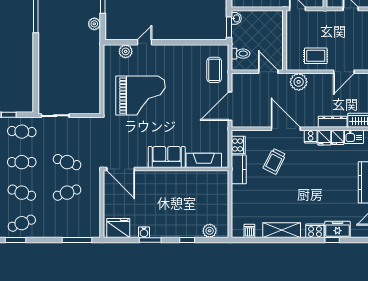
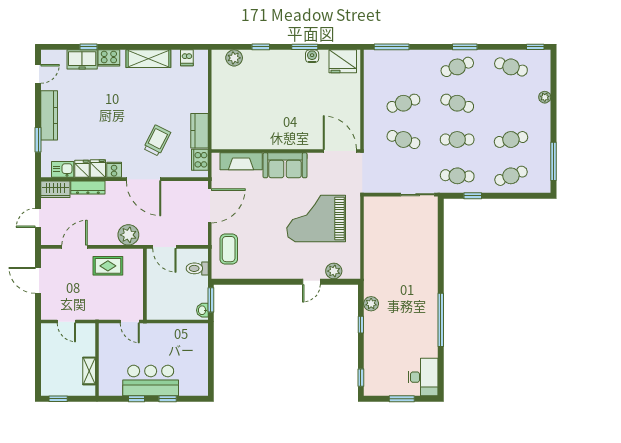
sofa: (167, 157) -> (285, 165), moved
fireplace: (204, 160) -> (241, 161), moved
door: (121, 169) -> (340, 151), moved
wall: (166, 169) -> (286, 151), moved

